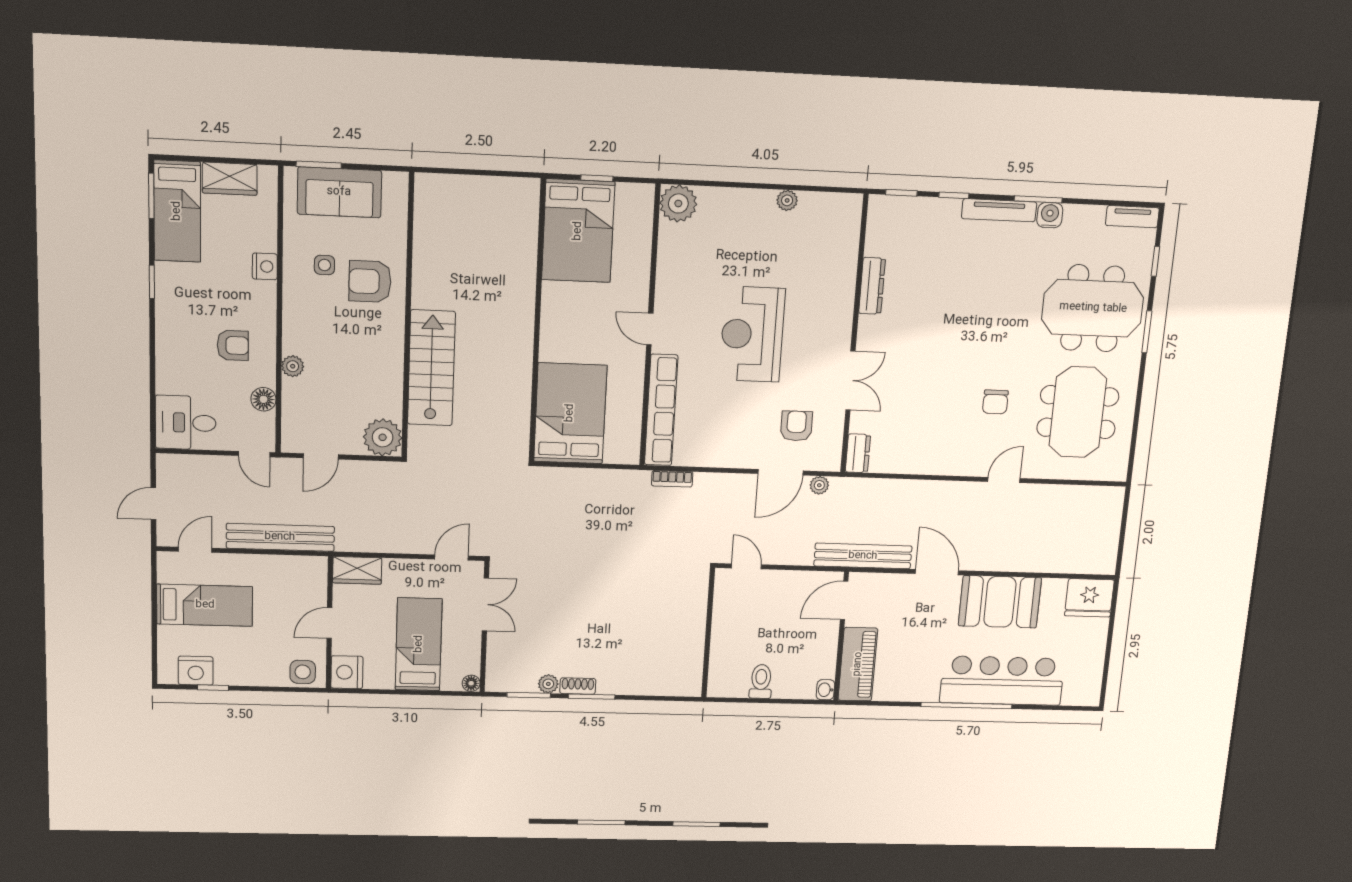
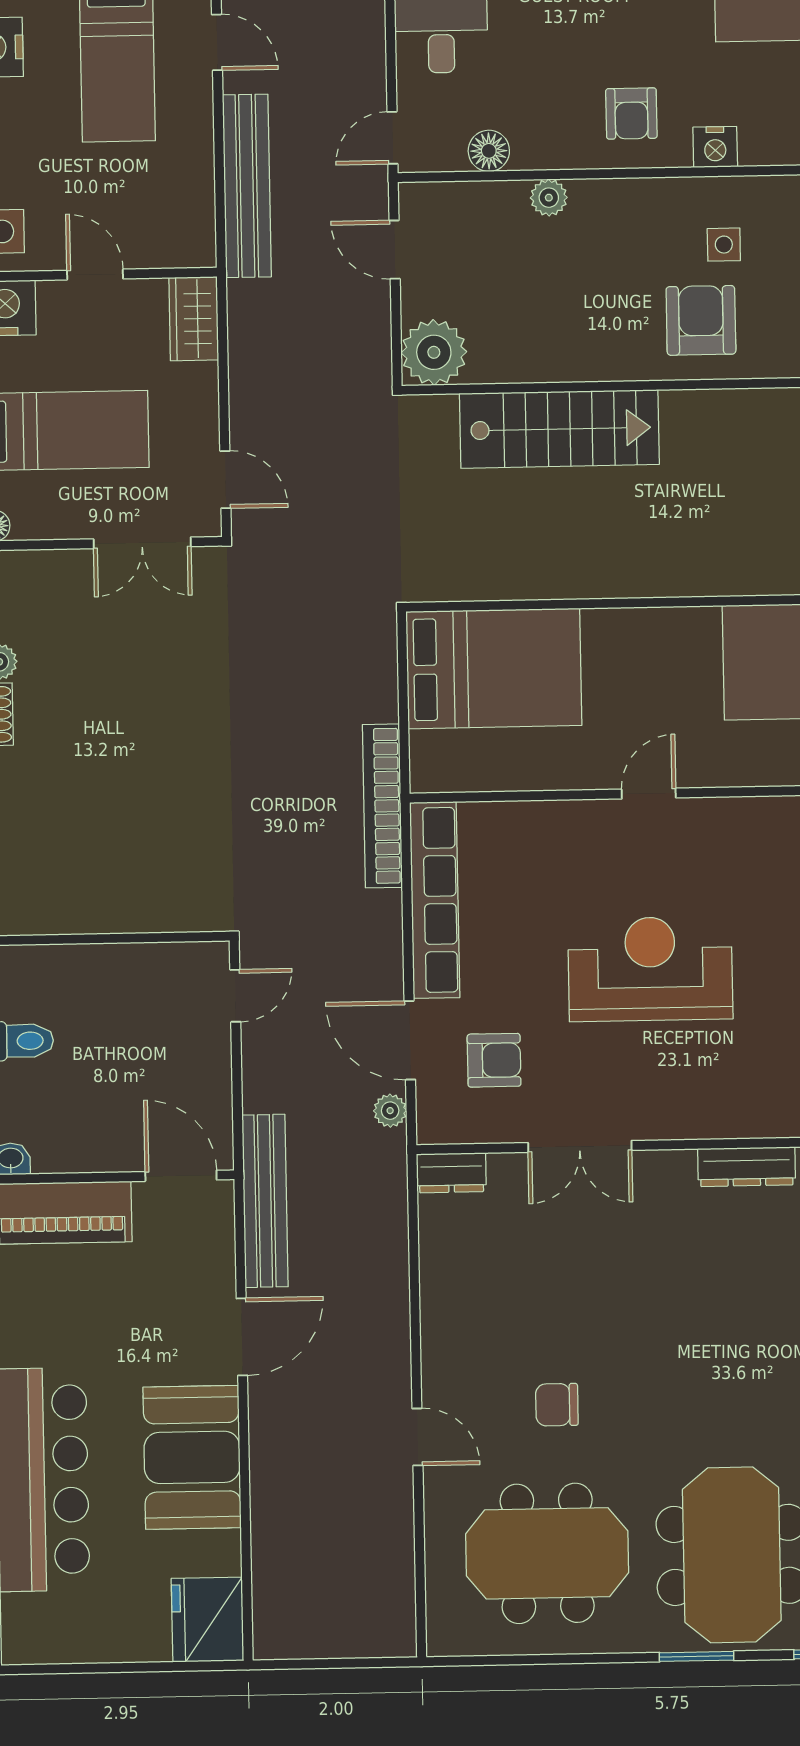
armchair: (233, 345) -> (631, 113), moved
row of seats: (661, 410) -> (435, 900), moved, turned -90
bookcase: (672, 479) -> (382, 806), width x2.31, depth x1.31

